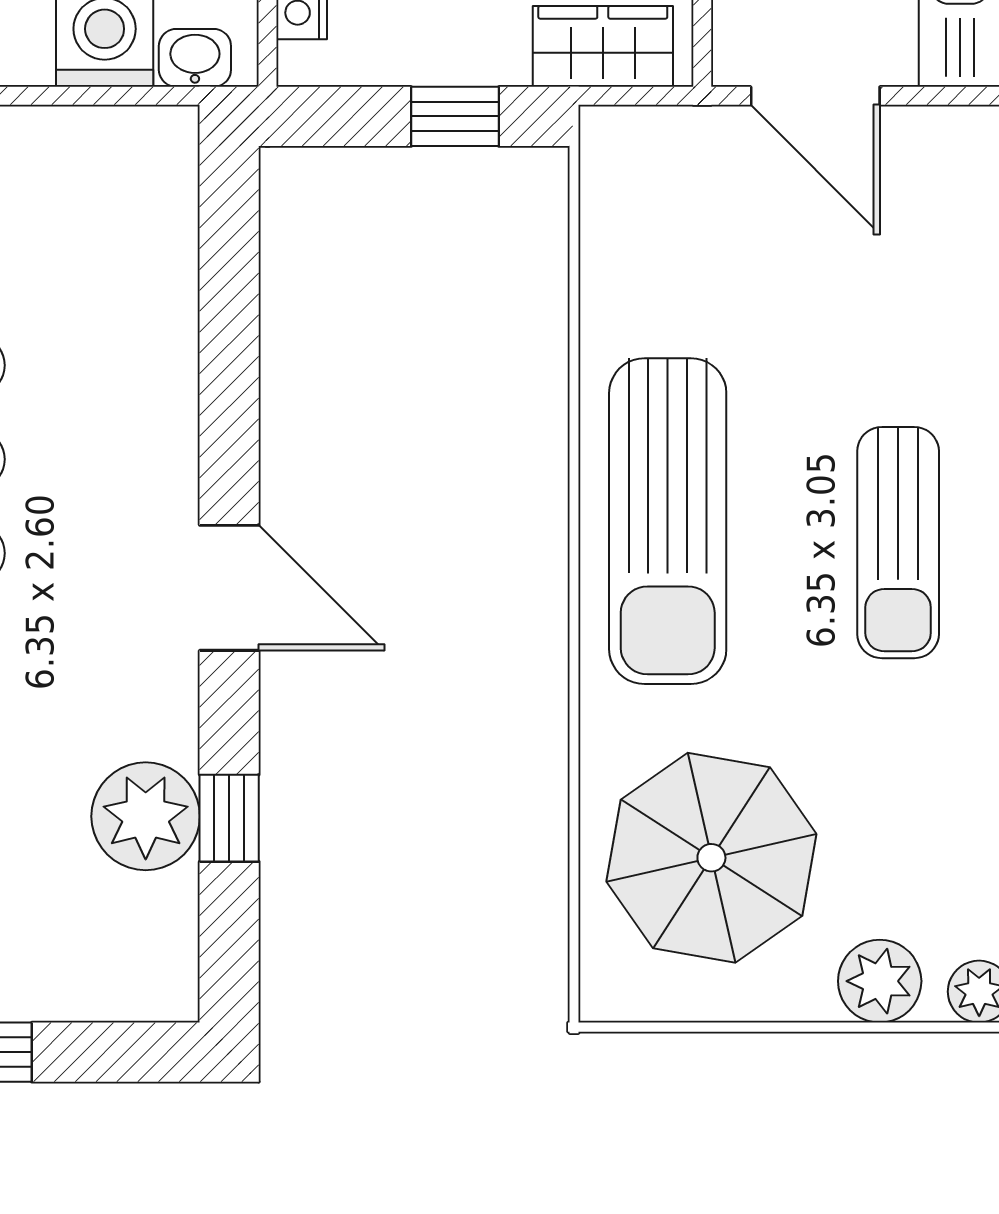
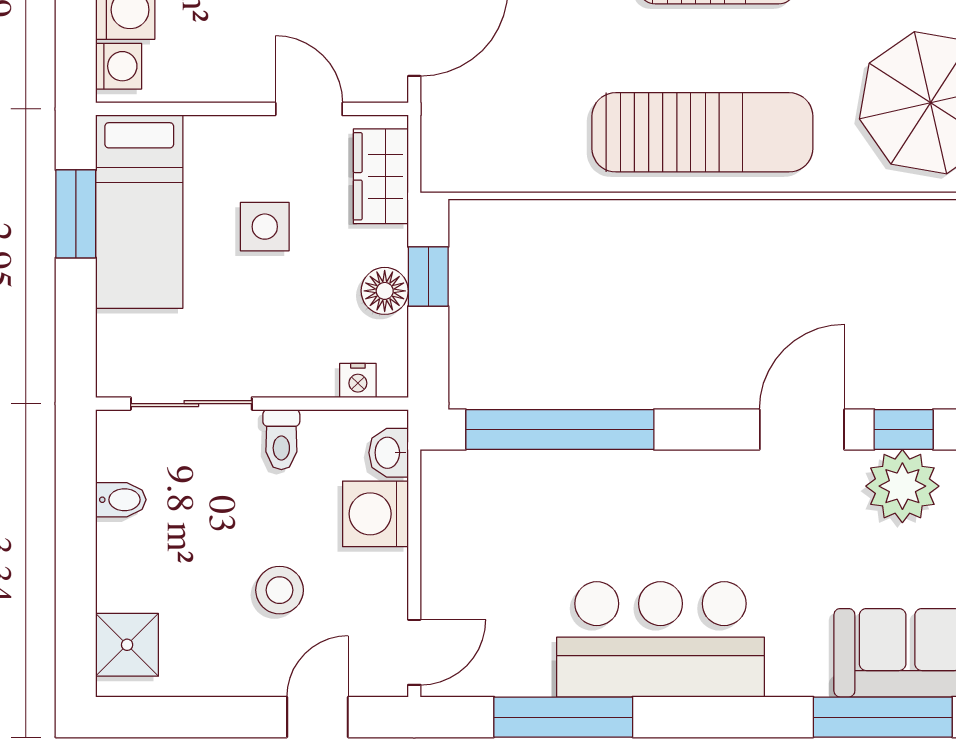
floor lamp: (434, 52) -> (385, 291), added
window: (229, 311) -> (560, 429), added
door: (229, 588) -> (802, 429), moved

